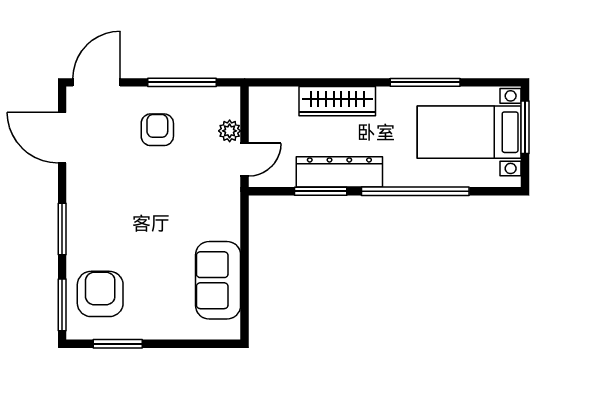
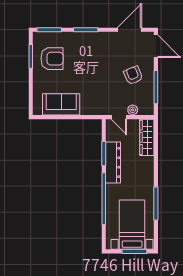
wardrobe: (337, 101) -> (147, 137), moved
armchair: (157, 130) -> (133, 75), turned -113
armchair: (100, 294) -> (52, 59), moved

